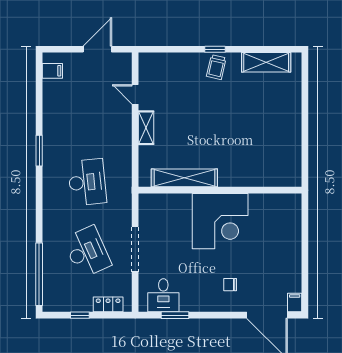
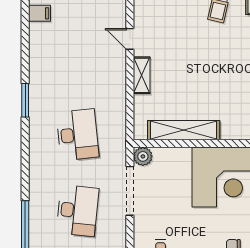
plant: (147, 202) -> (143, 156), added
doorway: (135, 249) -> (130, 191), moved
desk: (87, 252) -> (77, 211), turned 30

